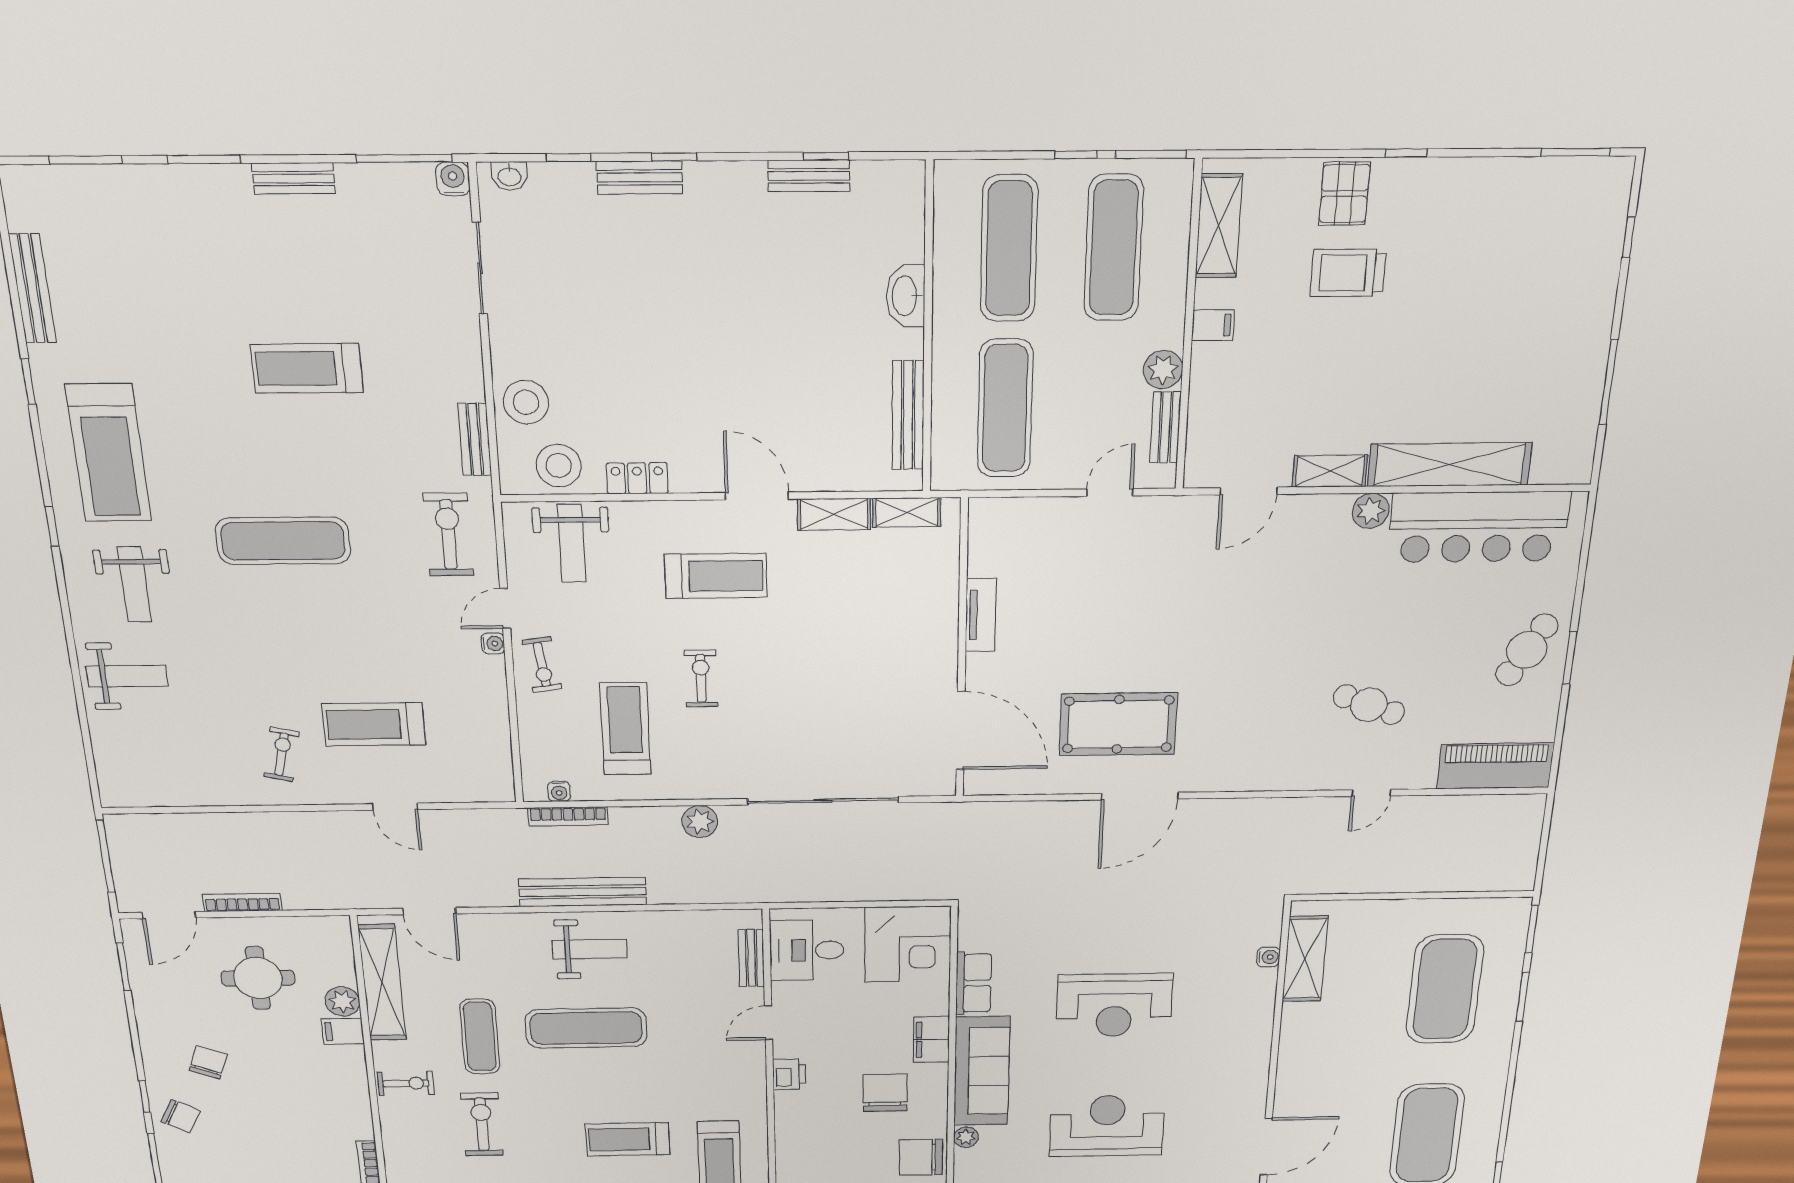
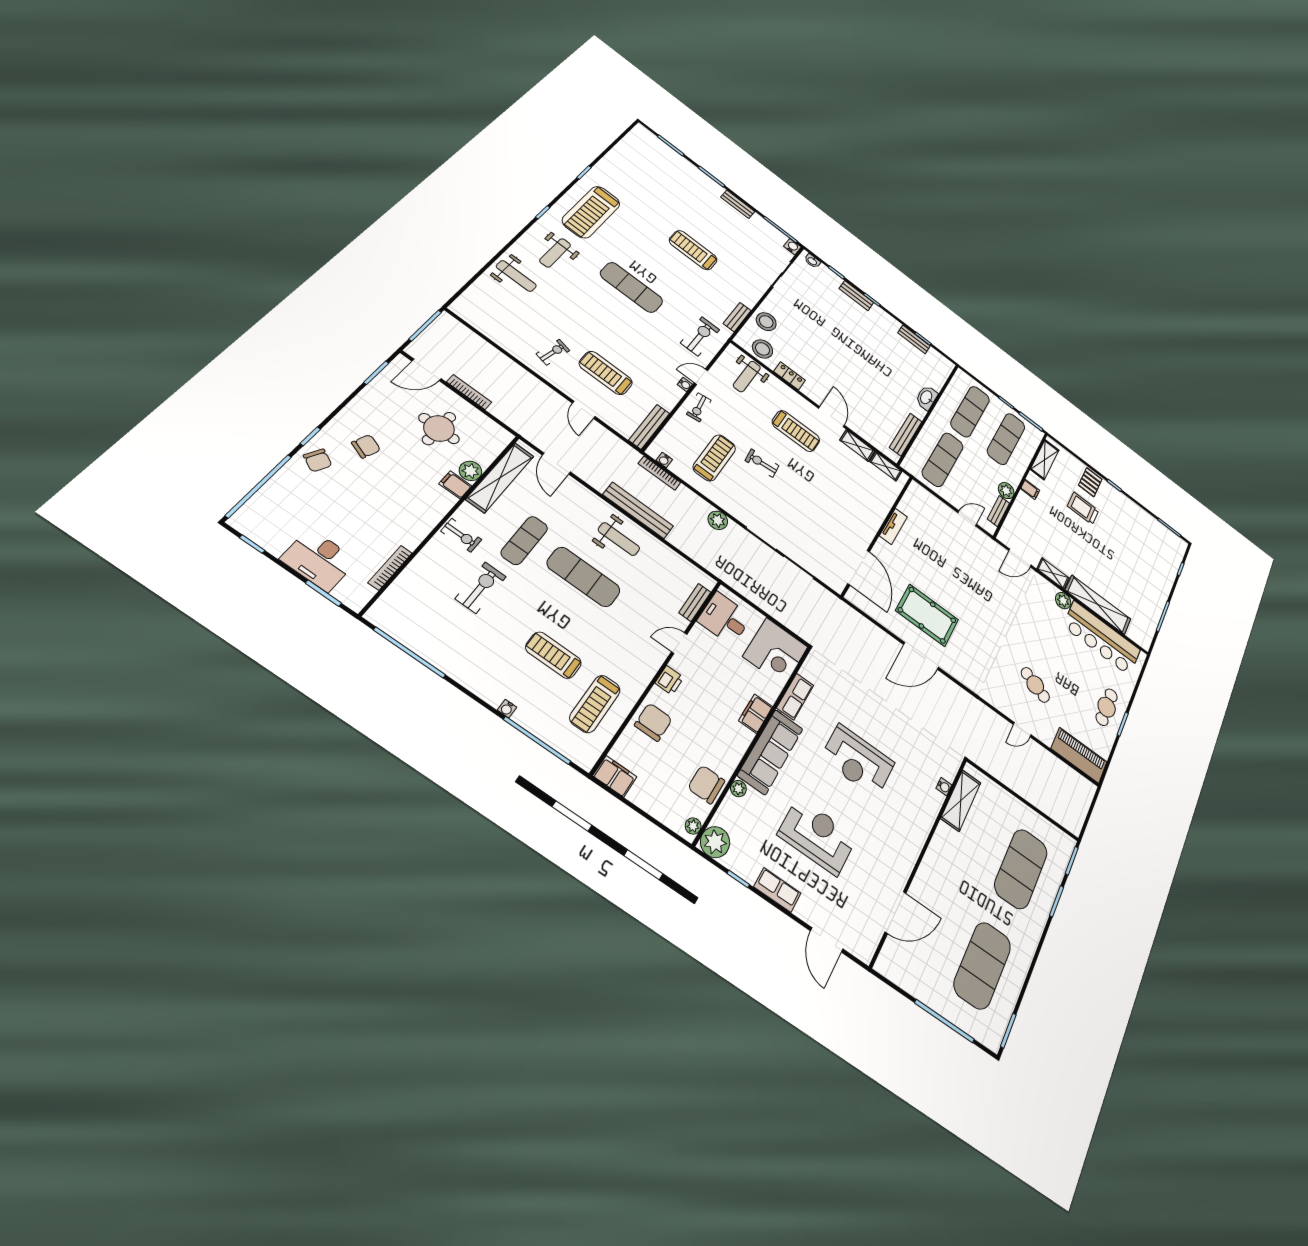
bench: (32, 289) -> (649, 427), moved
cafe table: (1527, 650) -> (1107, 707), turned -30
exercise bike: (701, 678) -> (762, 463), turned -96
chair: (885, 1093) -> (653, 722), moved

